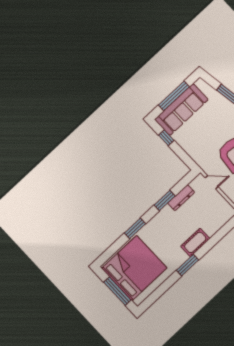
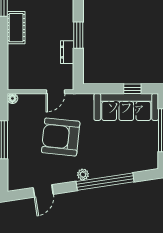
sofa: (181, 110) -> (126, 107), moved, turned -90
dresser: (181, 198) -> (67, 52), width x0.70

